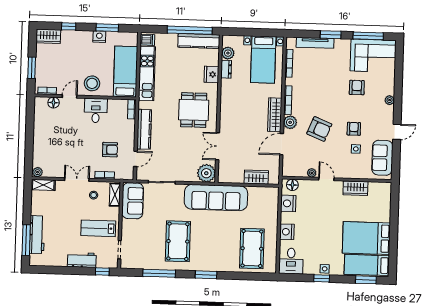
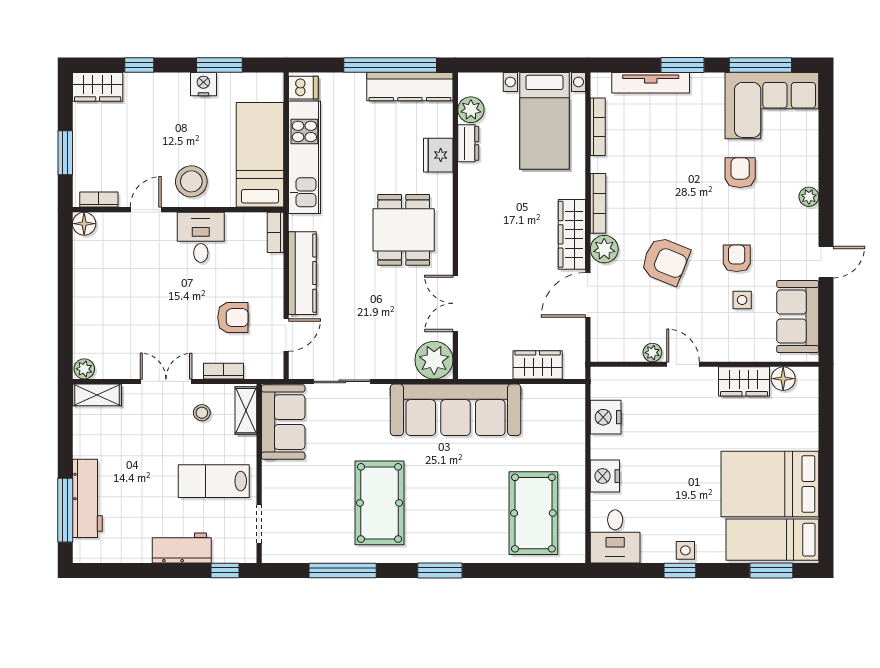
floor lamp: (54, 103) -> (84, 224), moved
floor lamp: (292, 185) -> (783, 379), moved

